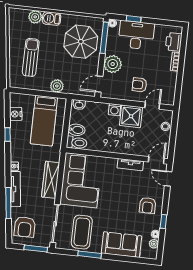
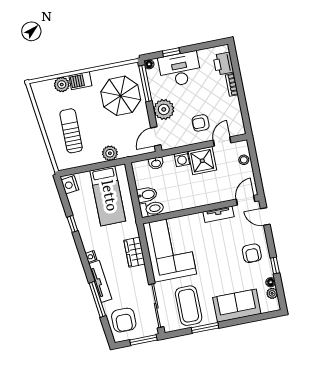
washbasin: (79, 105) -> (156, 163), moved
nightstand: (16, 114) -> (70, 185), moved
wardrobe: (51, 180) -> (134, 252), width x0.67

